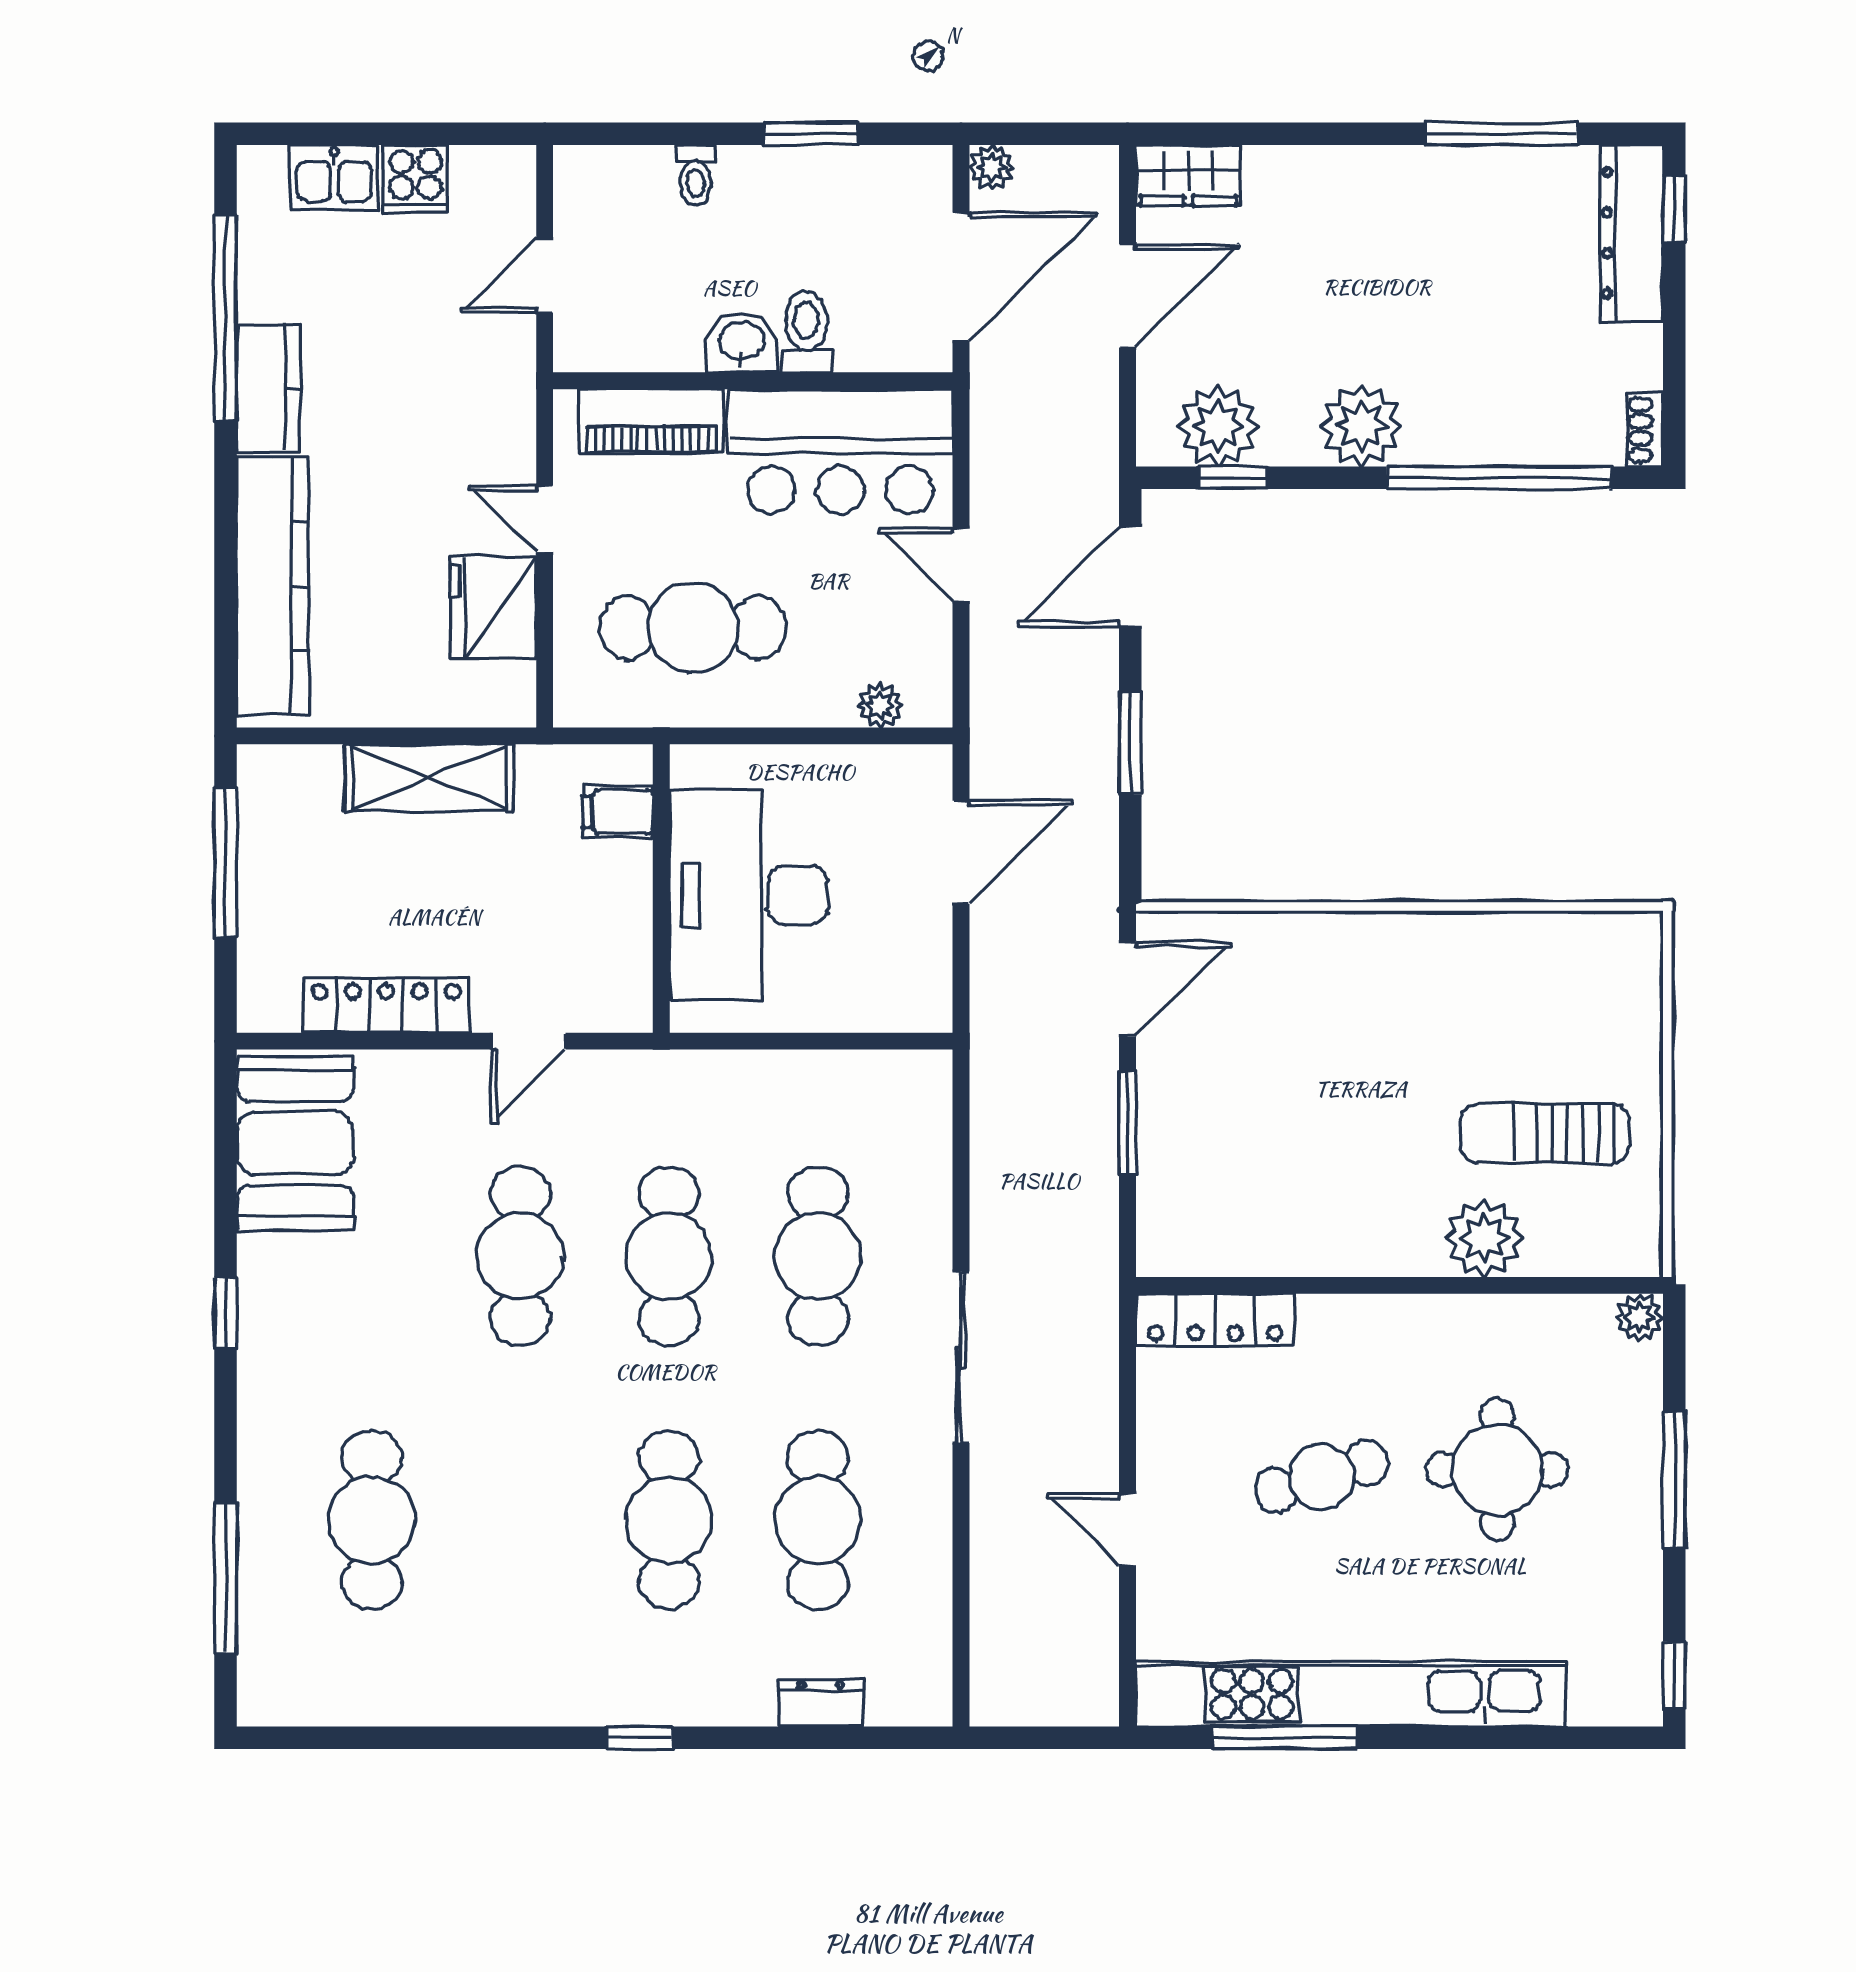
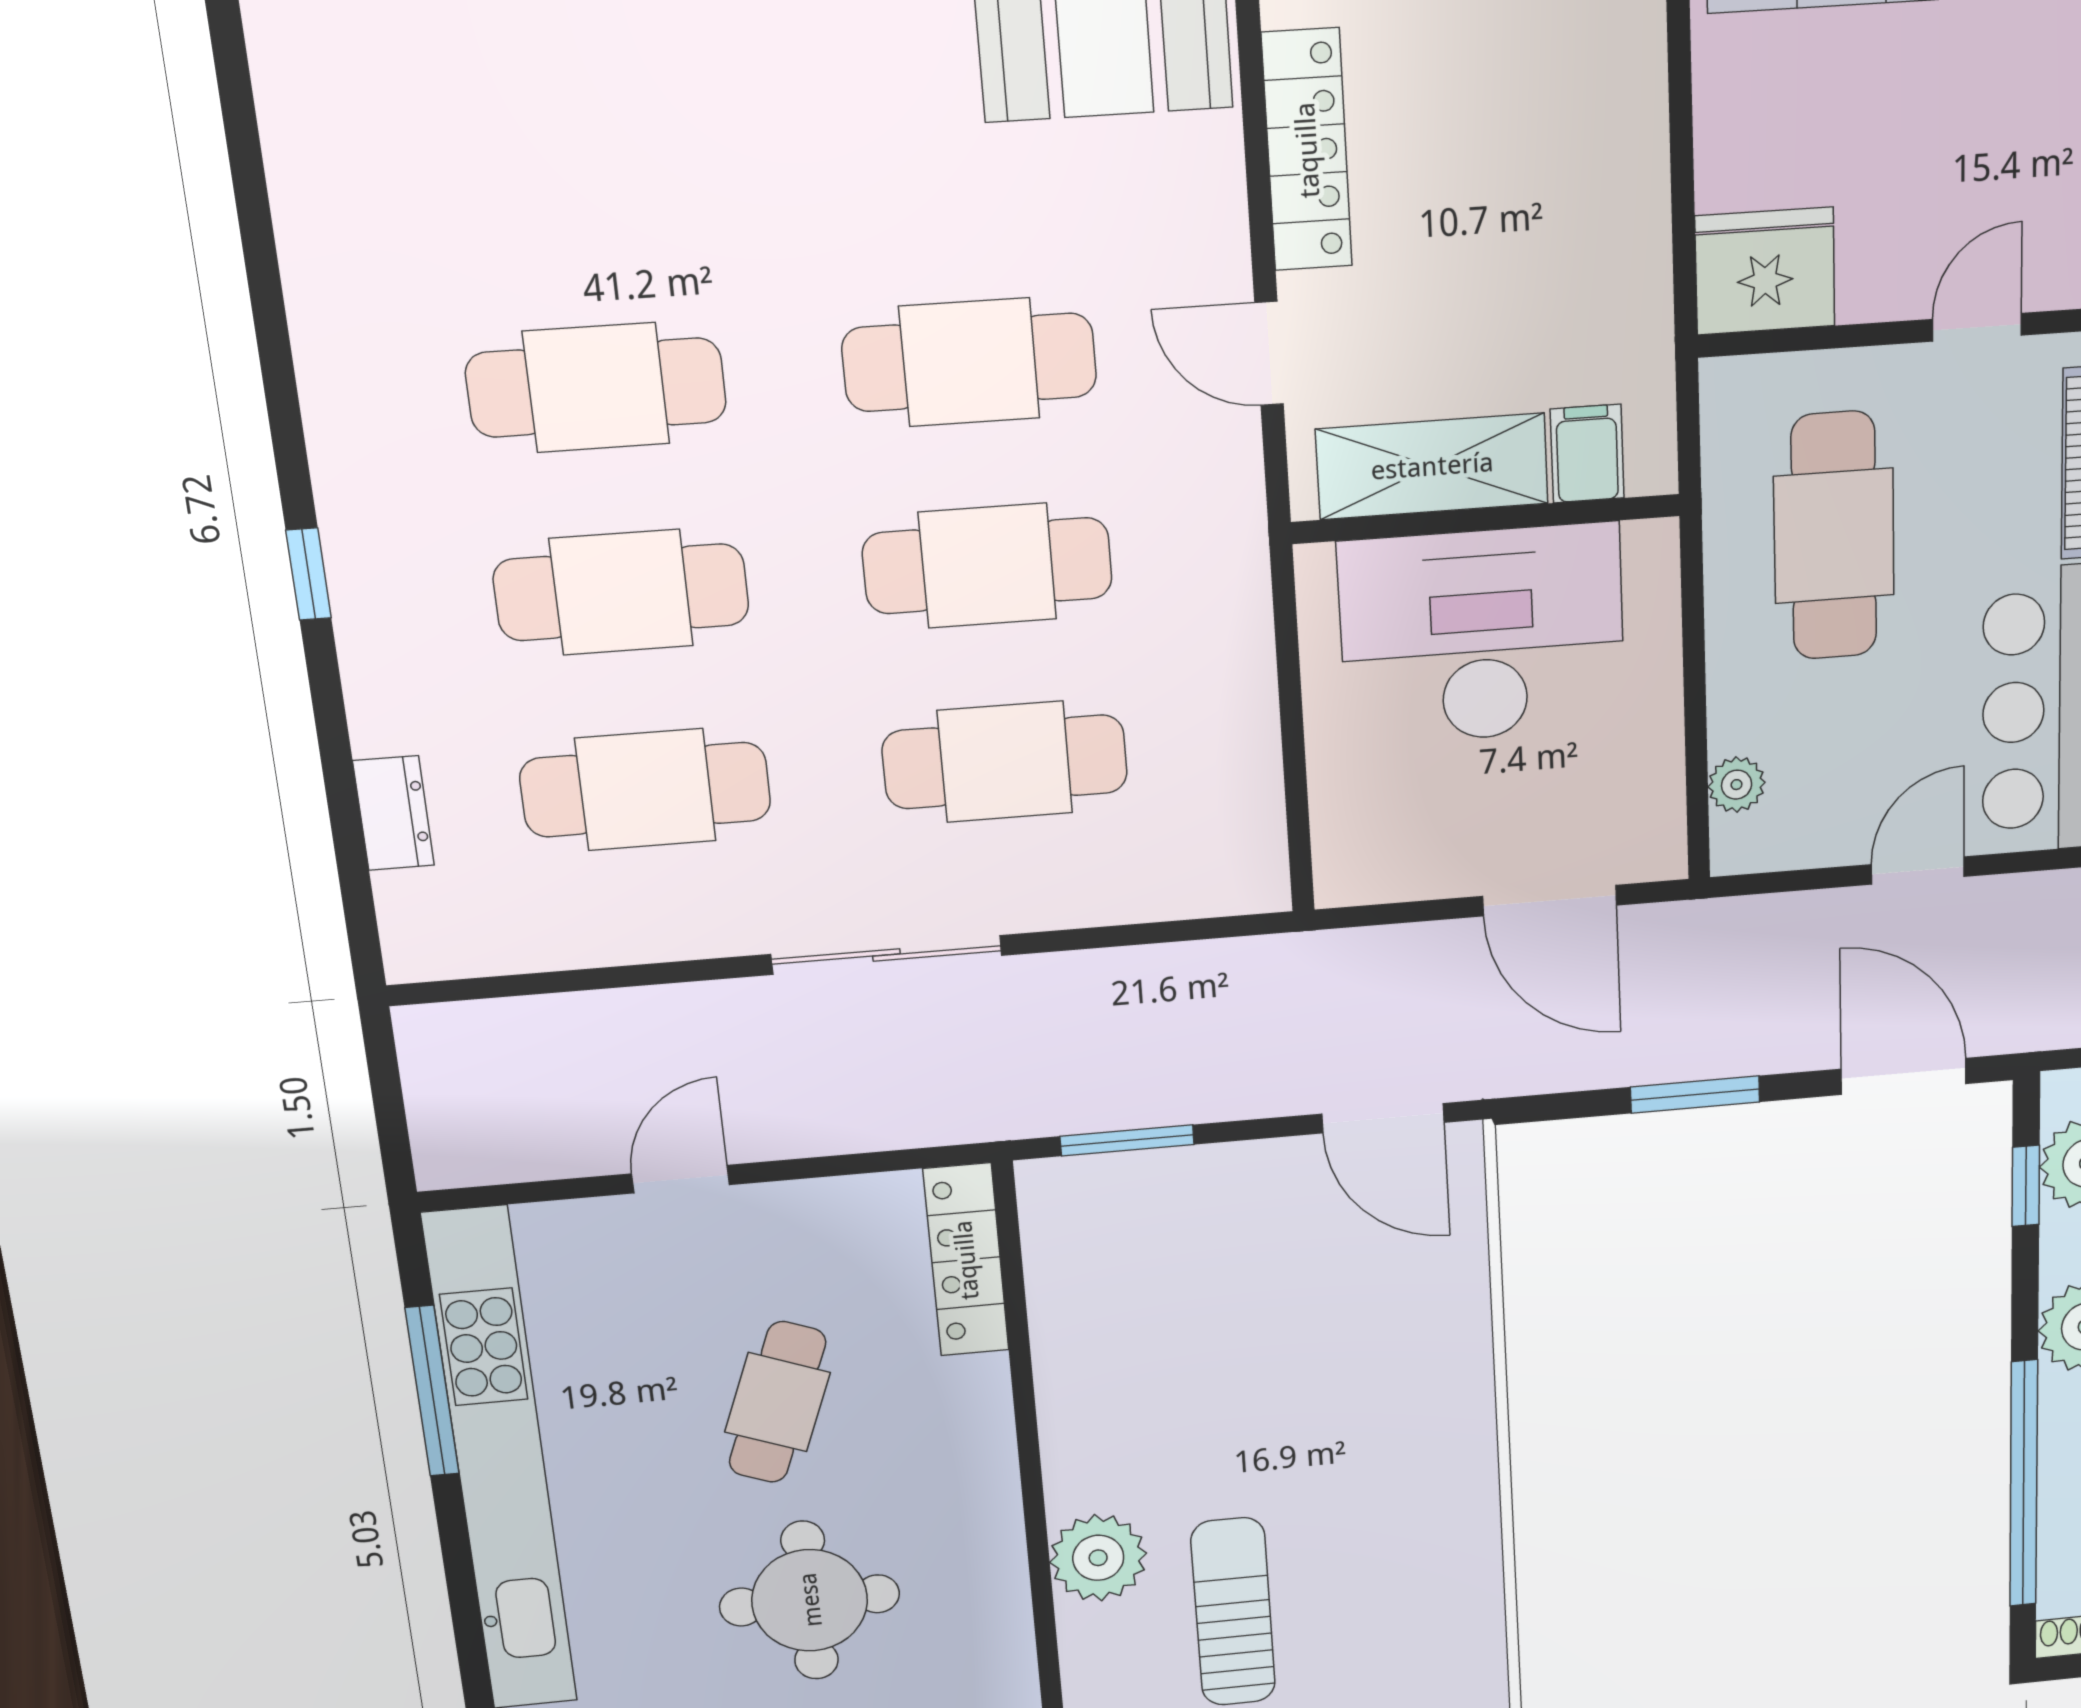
fridge: (493, 608) -> (1765, 271), moved
shelving: (429, 778) -> (1432, 466), moved, turned 90
window: (1127, 1123) -> (1127, 1140), moved
cafe table: (1321, 1477) -> (777, 1402), turned 38
cafe table: (371, 1520) -> (596, 388), moved

